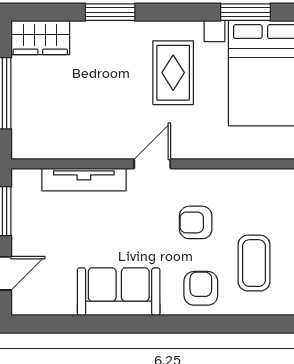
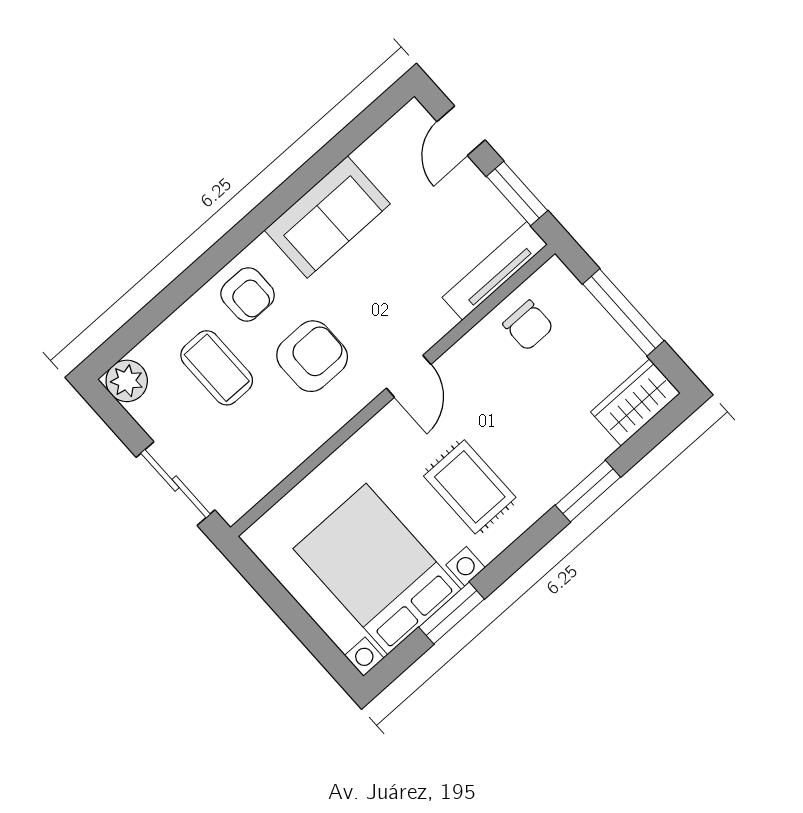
chair: (61, 133) -> (528, 325), added
tv unit: (84, 179) -> (495, 271), moved
armchair: (196, 222) -> (312, 356), width x1.38, depth x1.38

